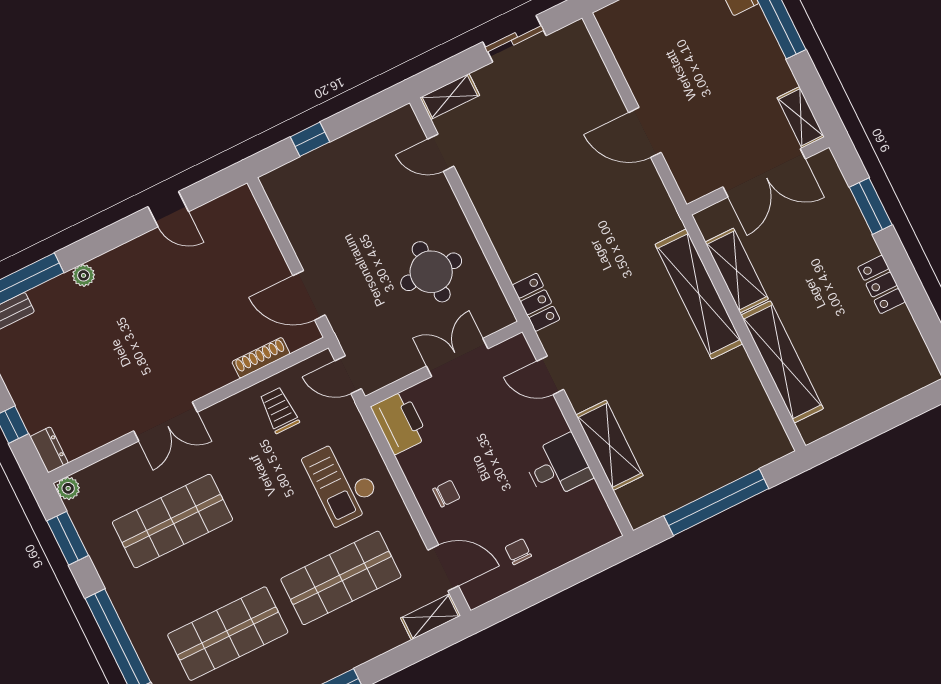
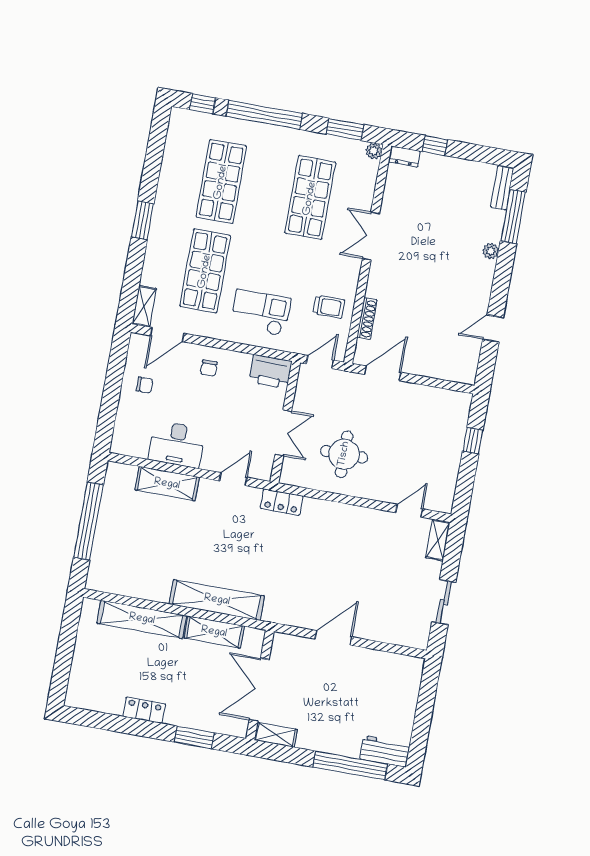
desk: (558, 467) -> (177, 444), width x1.37

